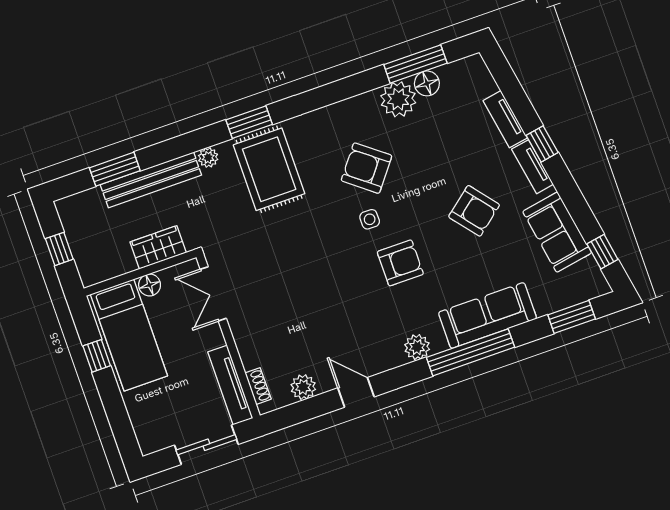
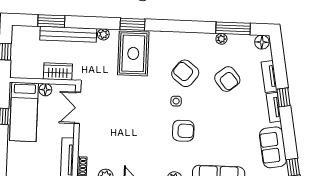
floor lamp: (427, 83) -> (262, 42), moved
plant: (398, 99) -> (221, 39), width x0.53, depth x0.53
armchair: (474, 211) -> (227, 79), moved

